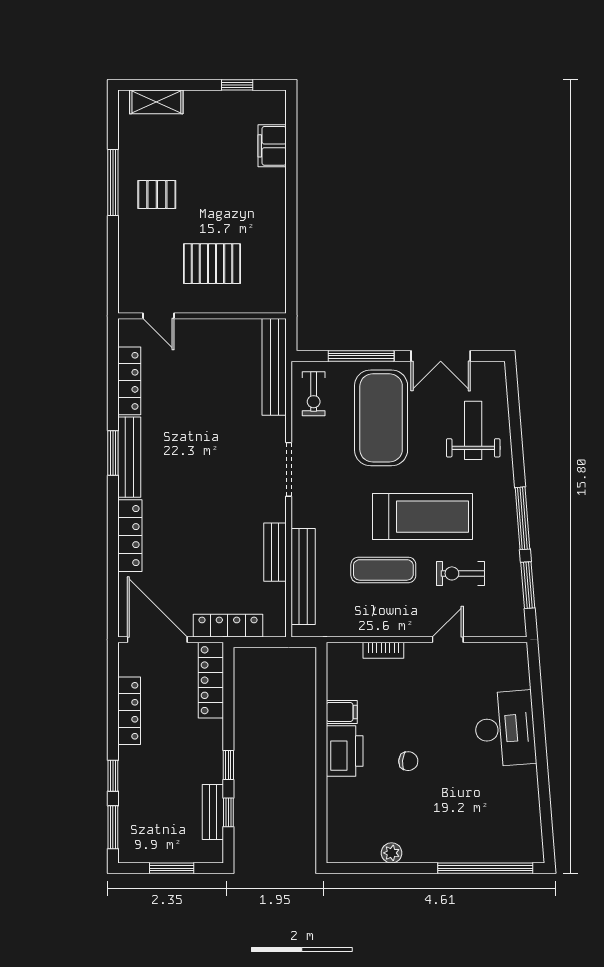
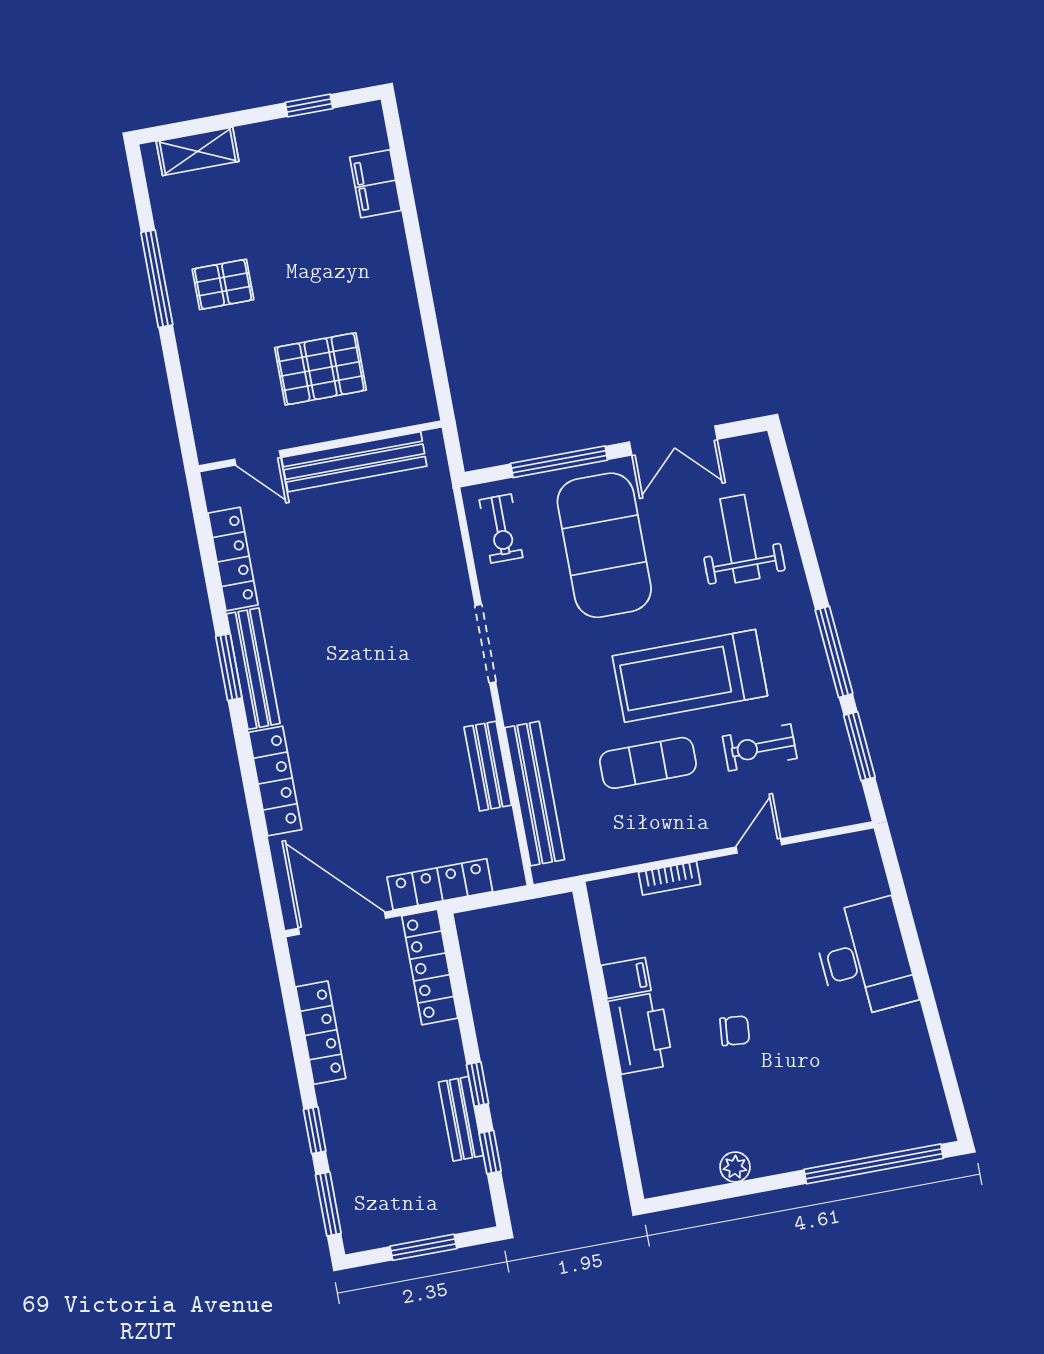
bench: (274, 367) -> (354, 462), moved, turned 90
treadmill: (422, 517) -> (690, 676), turned 180
bench: (213, 812) -> (461, 1119), moved

